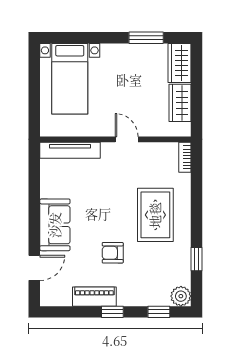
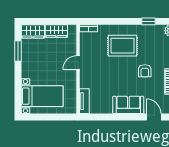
tv unit: (70, 150) -> (84, 101), width x0.71

